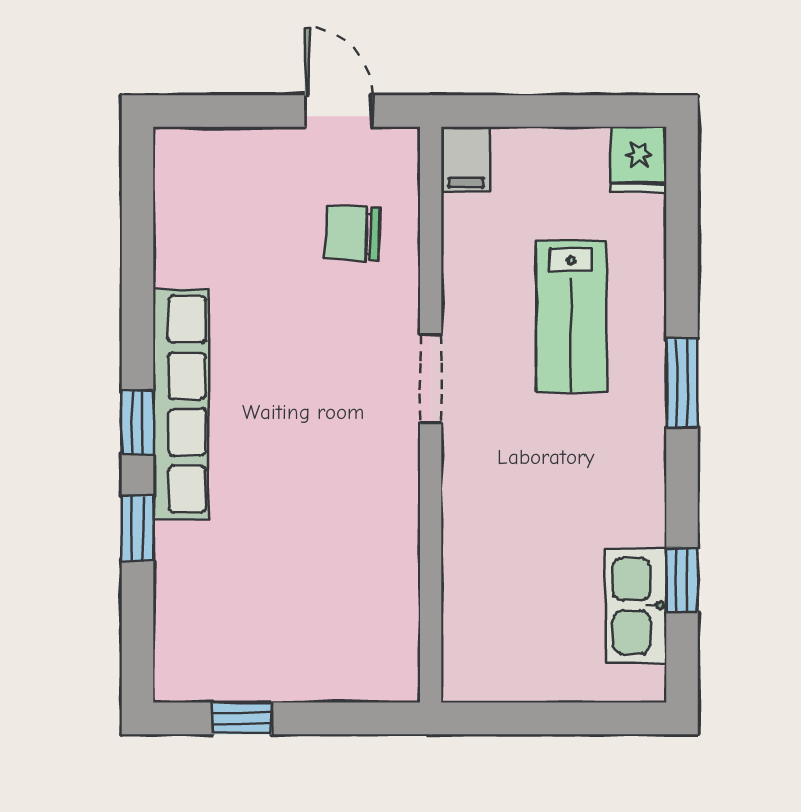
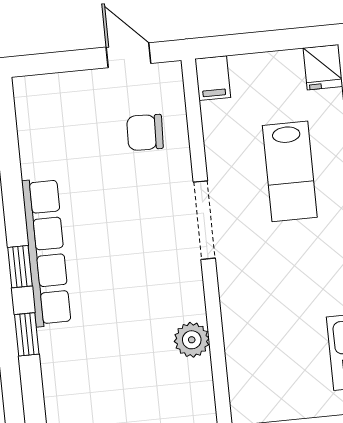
doorway: (431, 379) -> (204, 220), width x1.38
plant: (393, 563) -> (192, 340), added

